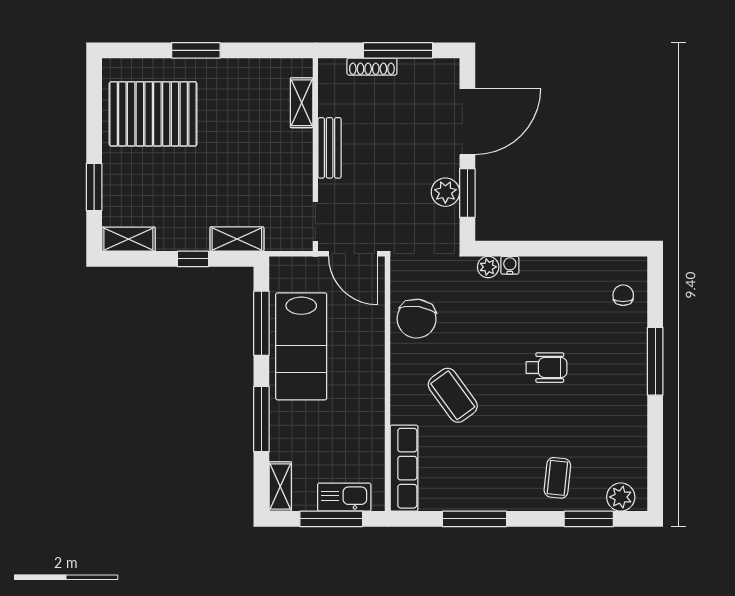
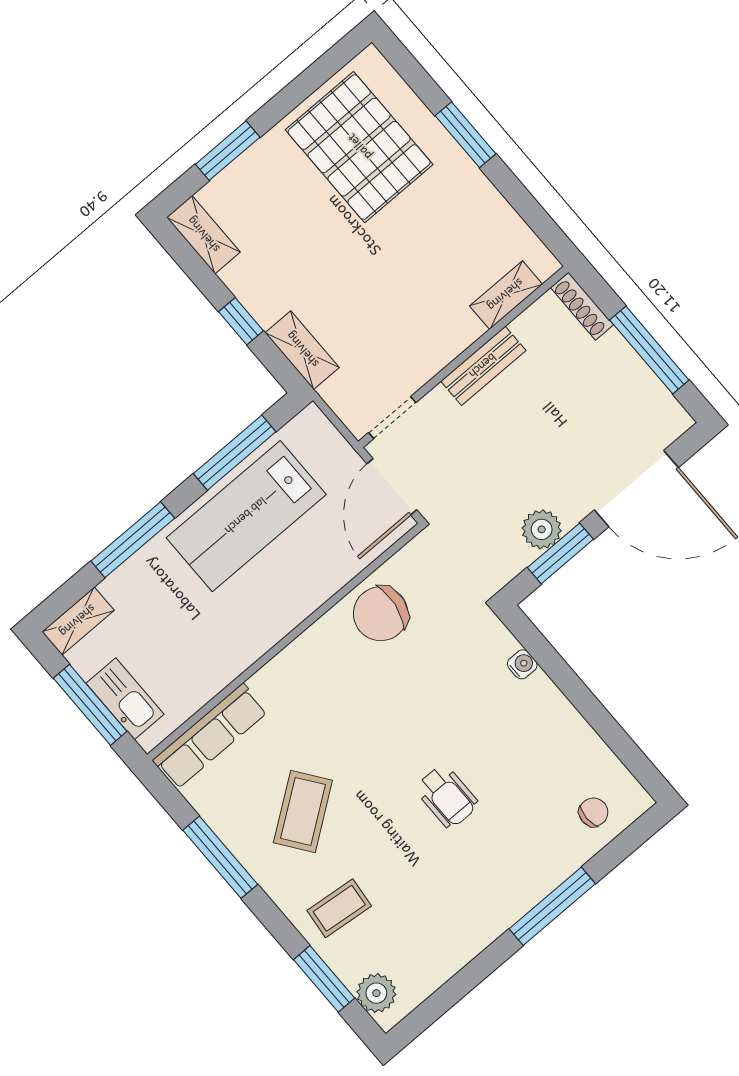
shoe rack: (372, 67) -> (582, 306), moved
plant: (488, 267) -> (501, 643), removed
coffee table: (453, 395) -> (303, 811), moved

